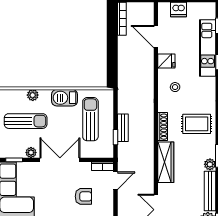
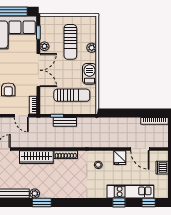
door: (156, 37) -> (140, 149), swing flipped
rug: (197, 124) -> (68, 183), removed

